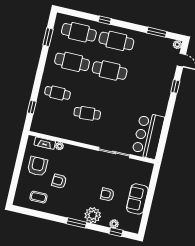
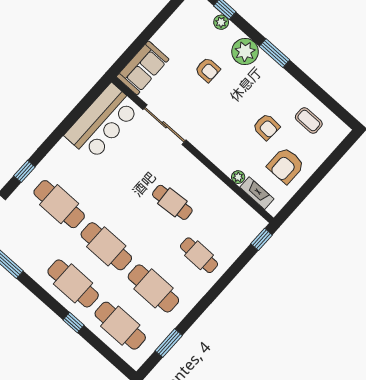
cafe table: (147, 79) -> (59, 204), added
window: (32, 107) -> (261, 239), moved
sofa: (137, 199) -> (143, 68), moved

